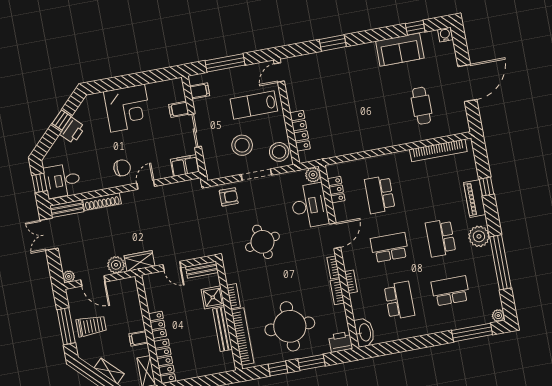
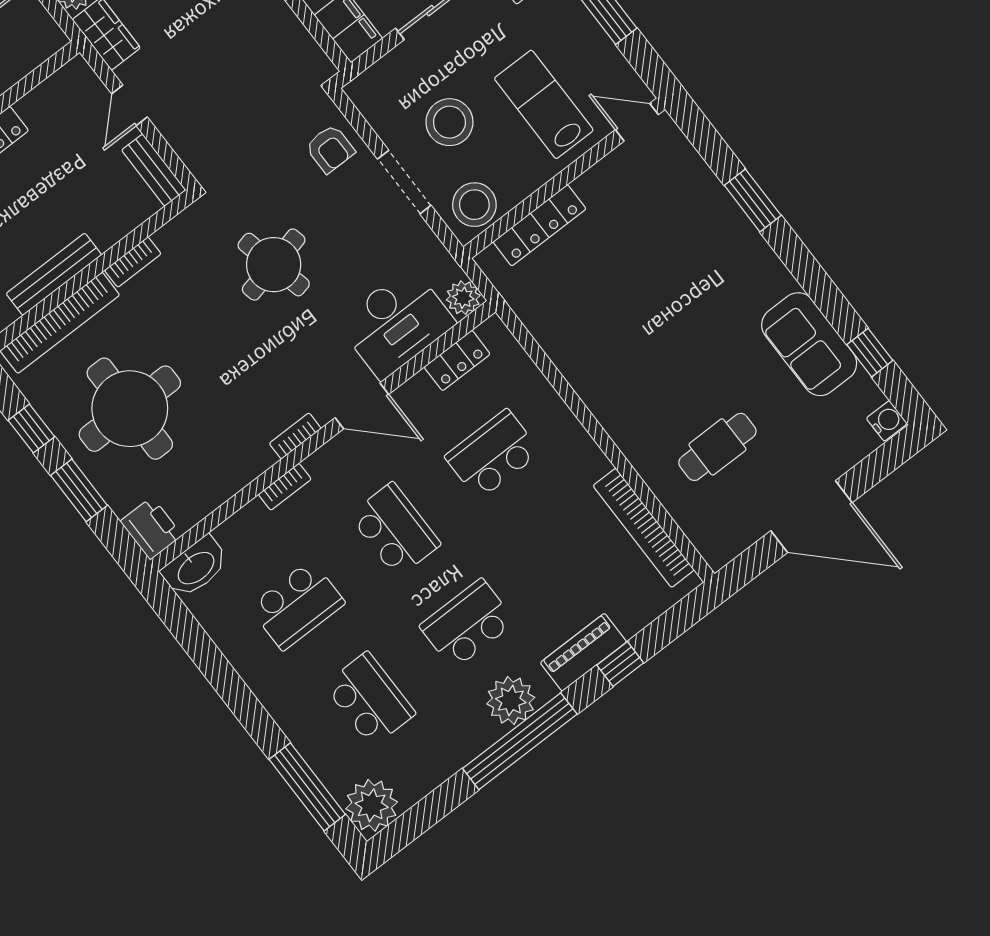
window: (501, 262) -> (520, 741), moved
bookcase: (337, 292) -> (250, 469), removed
shower: (213, 297) -> (108, 221), removed
plant: (498, 316) -> (372, 805), width x1.88, depth x1.88

